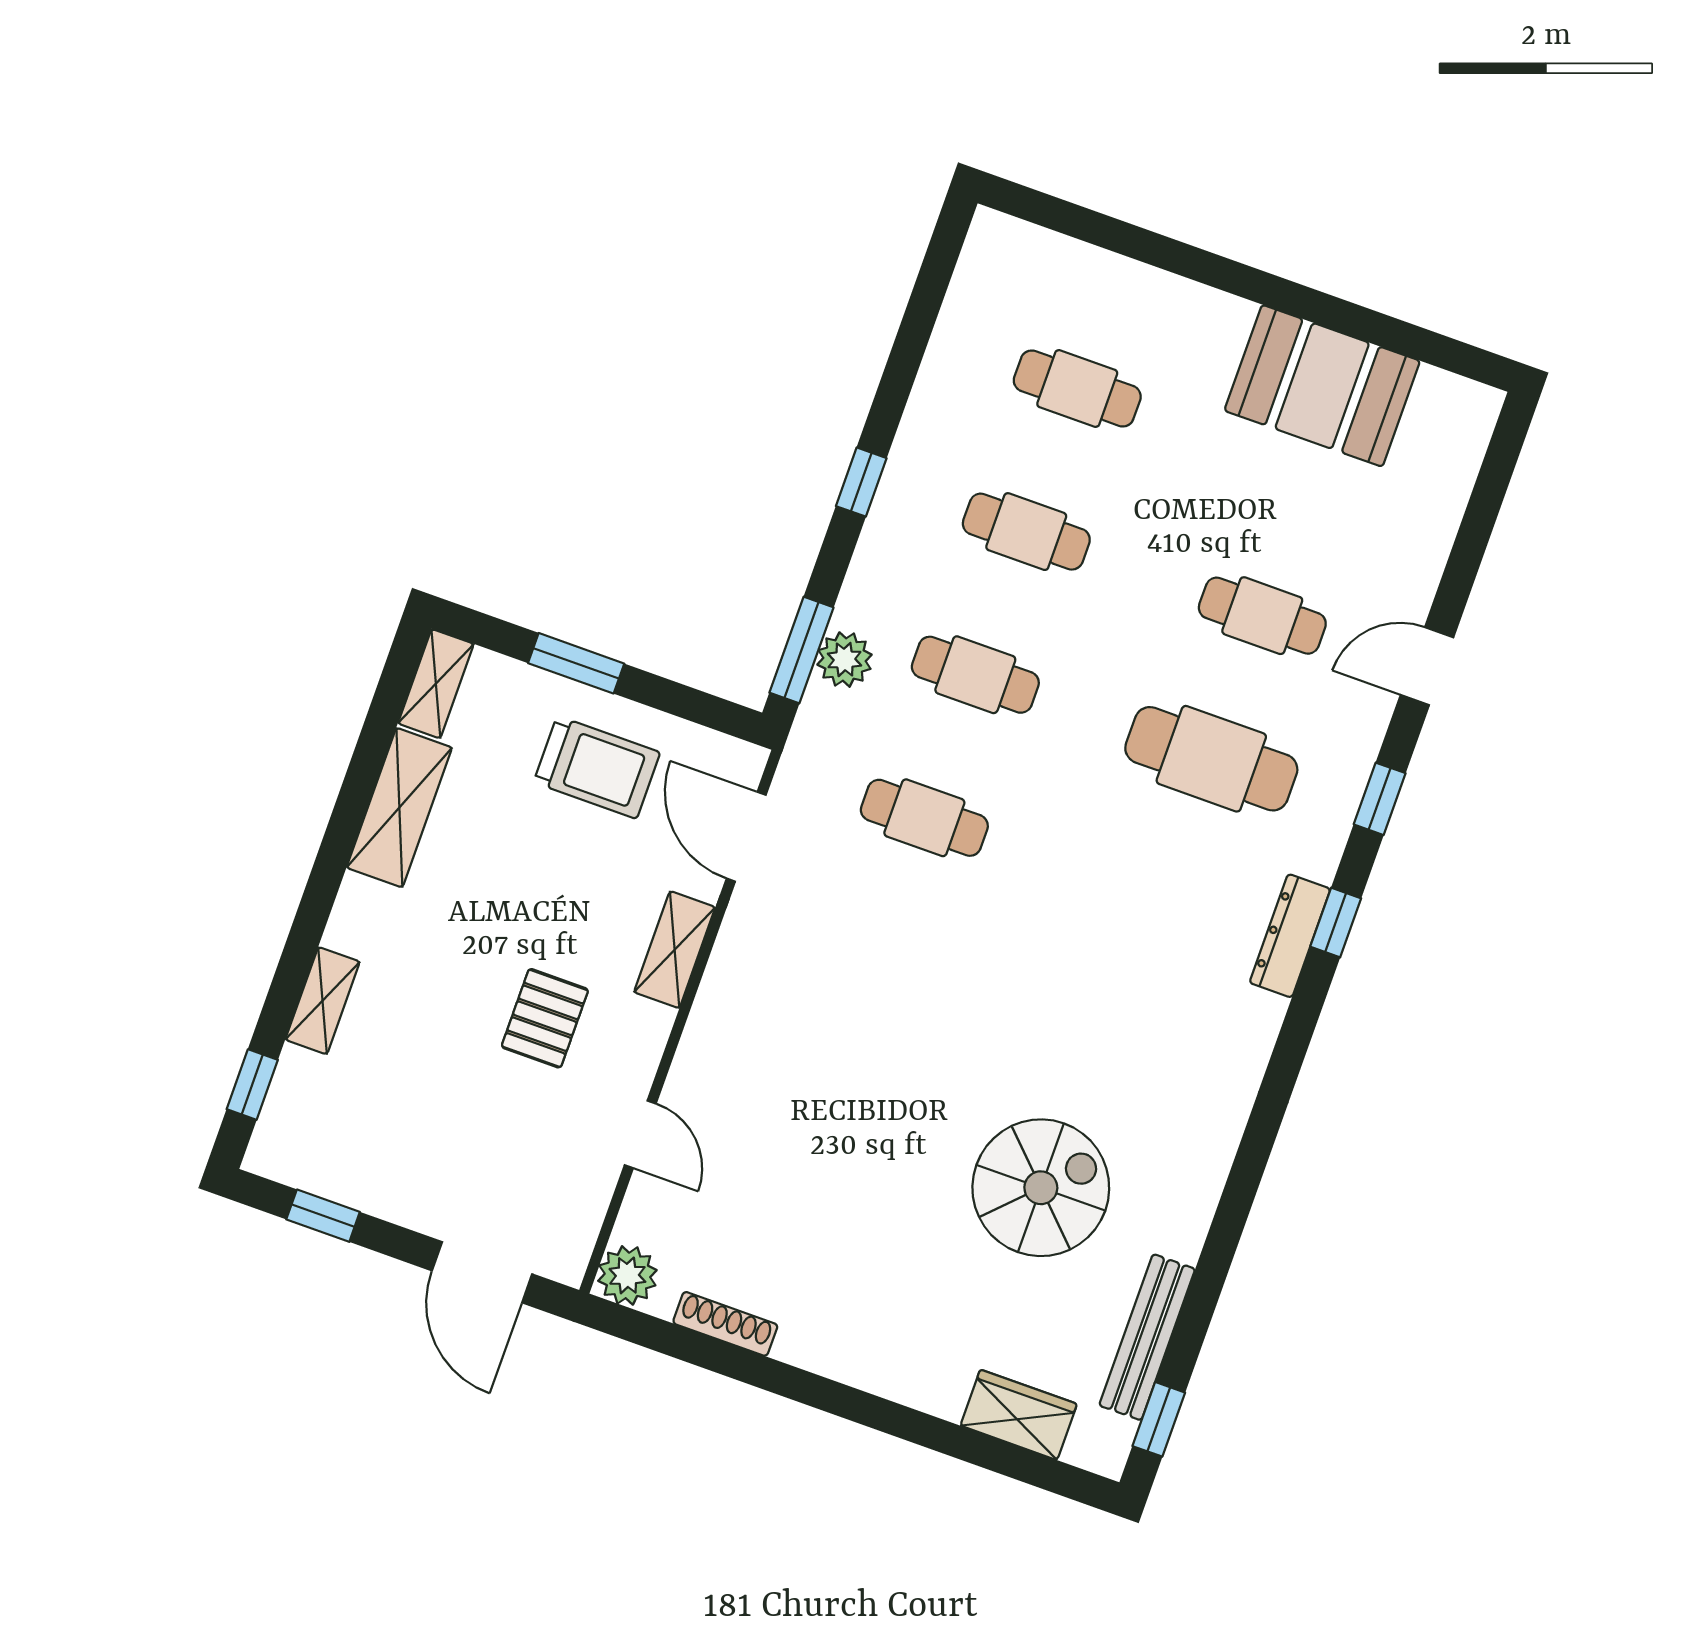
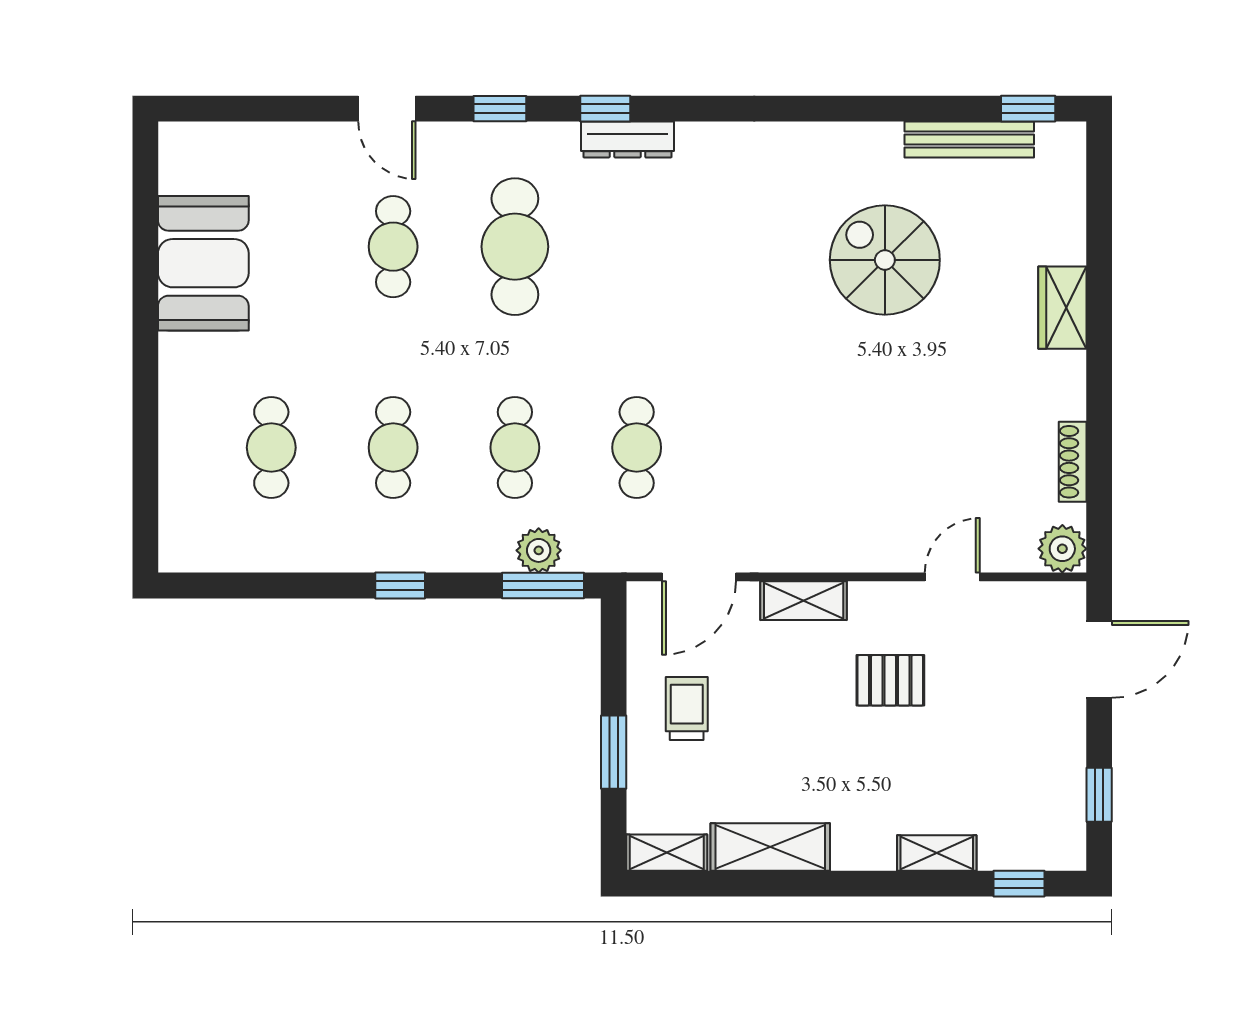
trolley: (597, 767) -> (687, 709), width x0.73, depth x0.72
wardrobe: (1019, 1415) -> (1062, 308), moved

